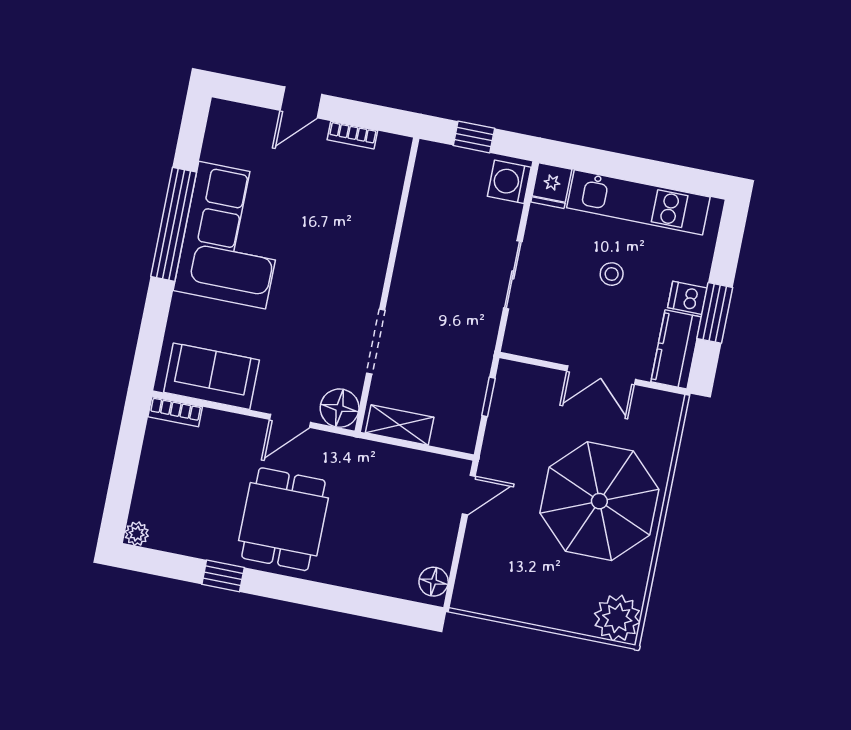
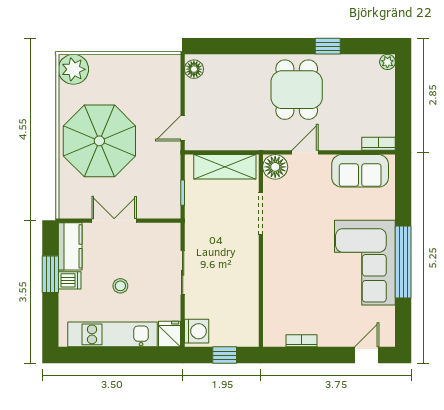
door: (301, 102) -> (367, 355), moved
shelving: (400, 425) -> (225, 167), width x1.50, depth x1.33

